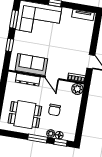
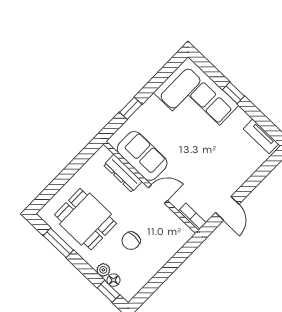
window: (14, 19) -> (161, 77), removed
door: (52, 78) -> (158, 194), swing flipped
plant: (77, 89) -> (183, 233), removed
window: (37, 138) -> (58, 243), moved

